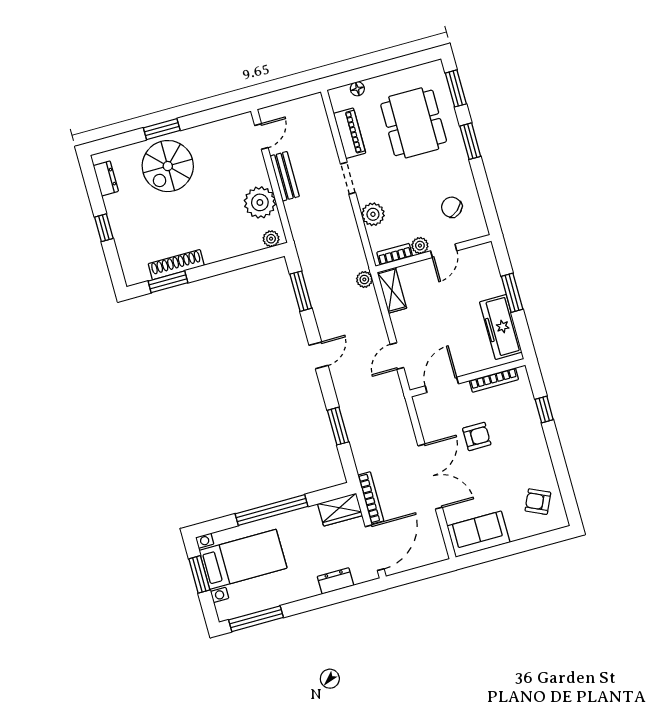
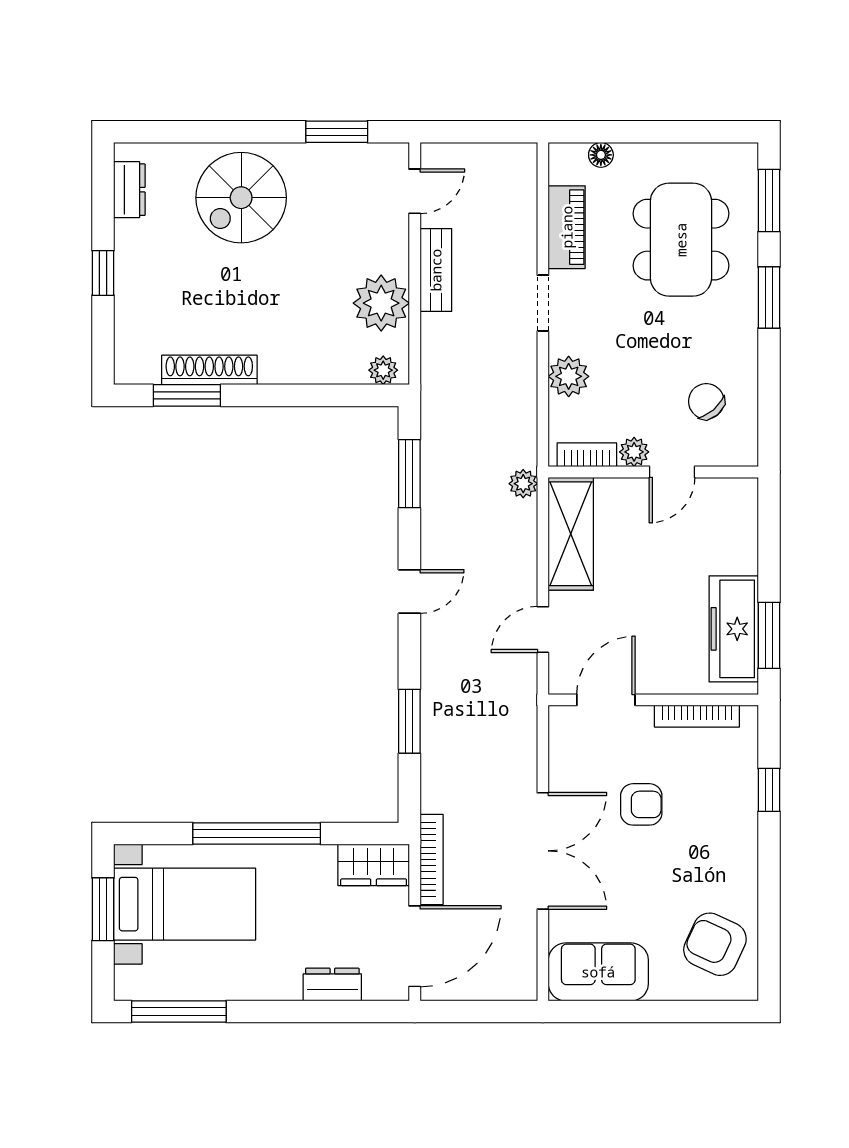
window: (162, 129) -> (337, 132), moved
shelving: (392, 290) -> (571, 534), width x1.50, depth x1.33
window: (512, 293) -> (769, 635), moved
armchair: (538, 502) -> (715, 944), width x1.38, depth x1.38

